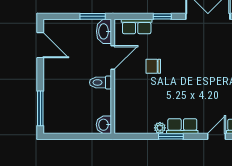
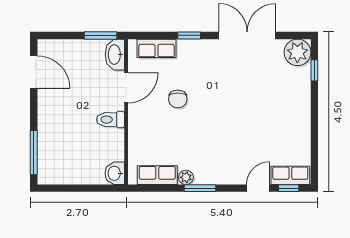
chair: (153, 66) -> (178, 99), turned -90
row of seats: (182, 126) -> (157, 175), moved

